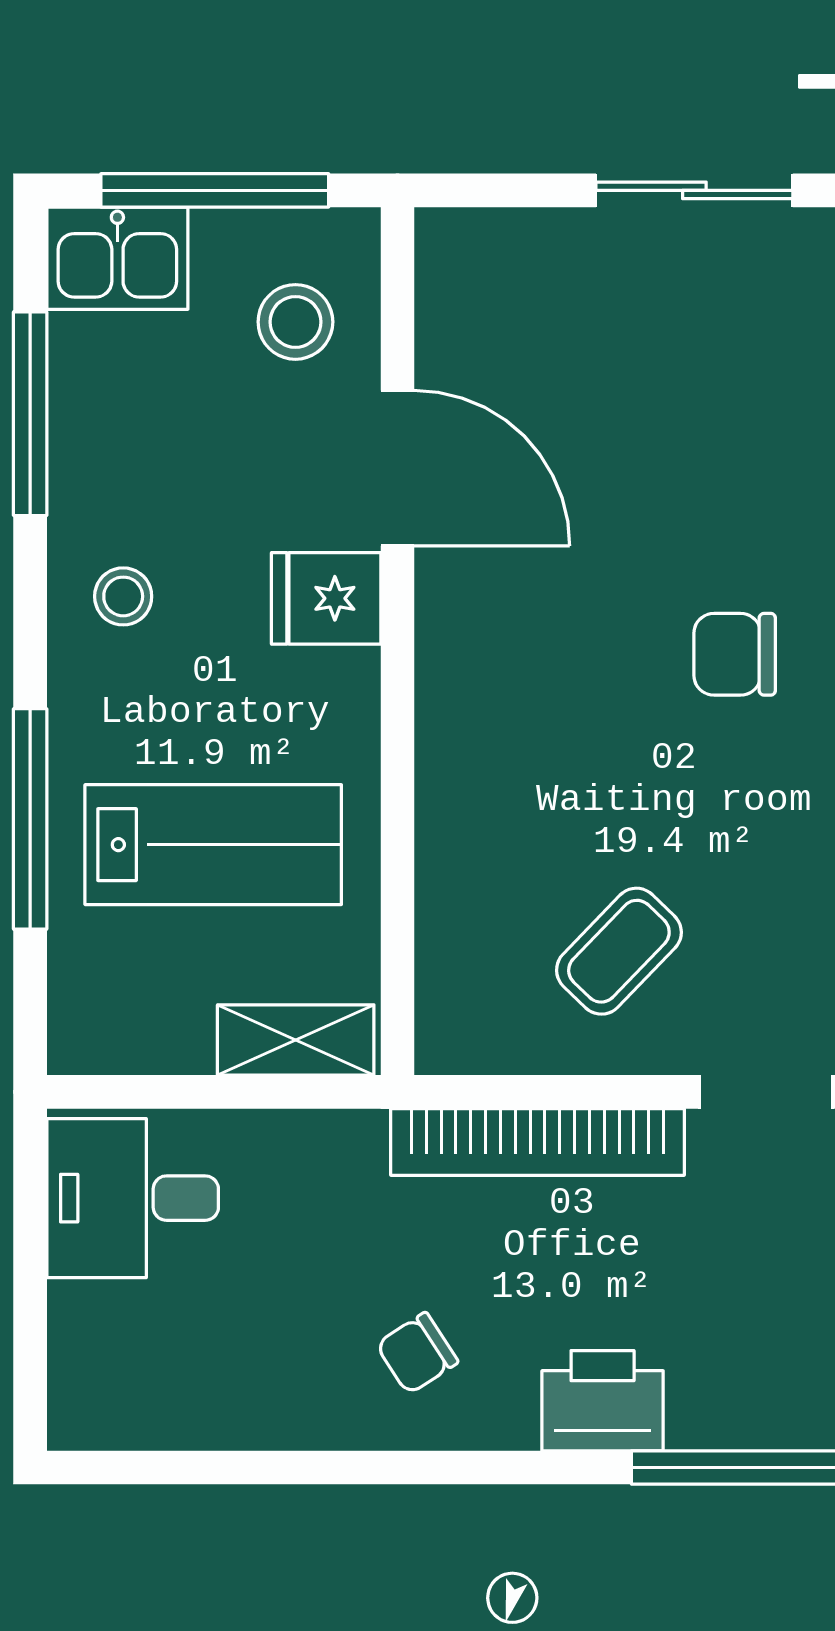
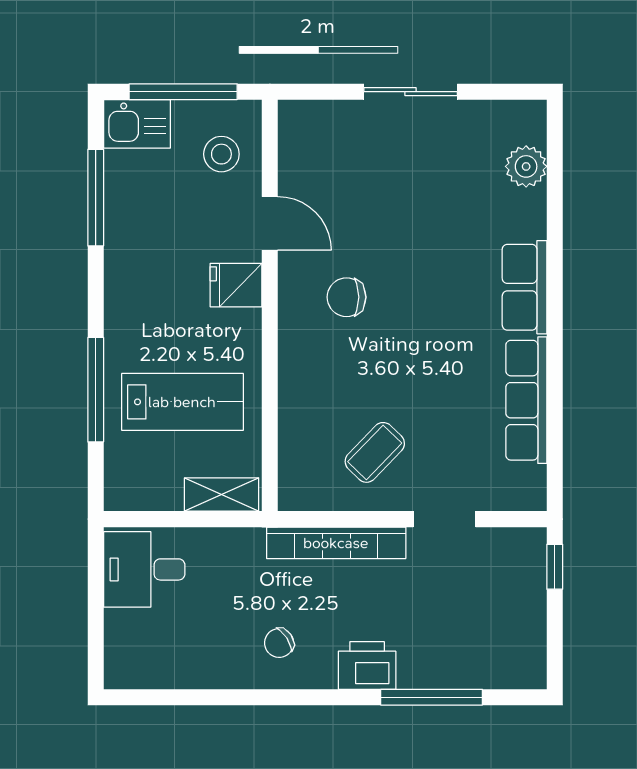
door: (397, 468) -> (270, 223), width x0.73
stool: (123, 596) -> (140, 284), removed
chair: (735, 654) -> (347, 297), moved

